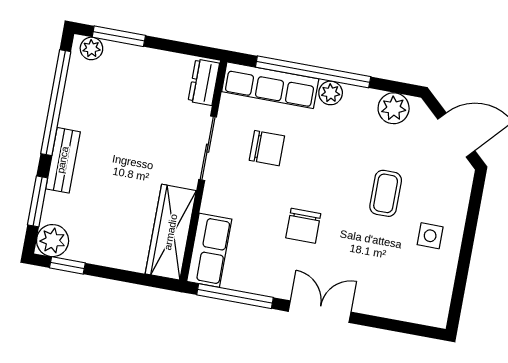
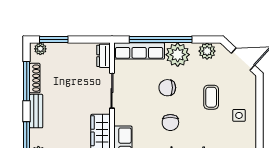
plant: (331, 93) -> (178, 55), width x1.87, depth x1.87
shoe rack: (72, 100) -> (35, 78), added
window: (56, 103) -> (27, 81), width x0.68
chair: (267, 148) -> (167, 88), moved, turned 180

